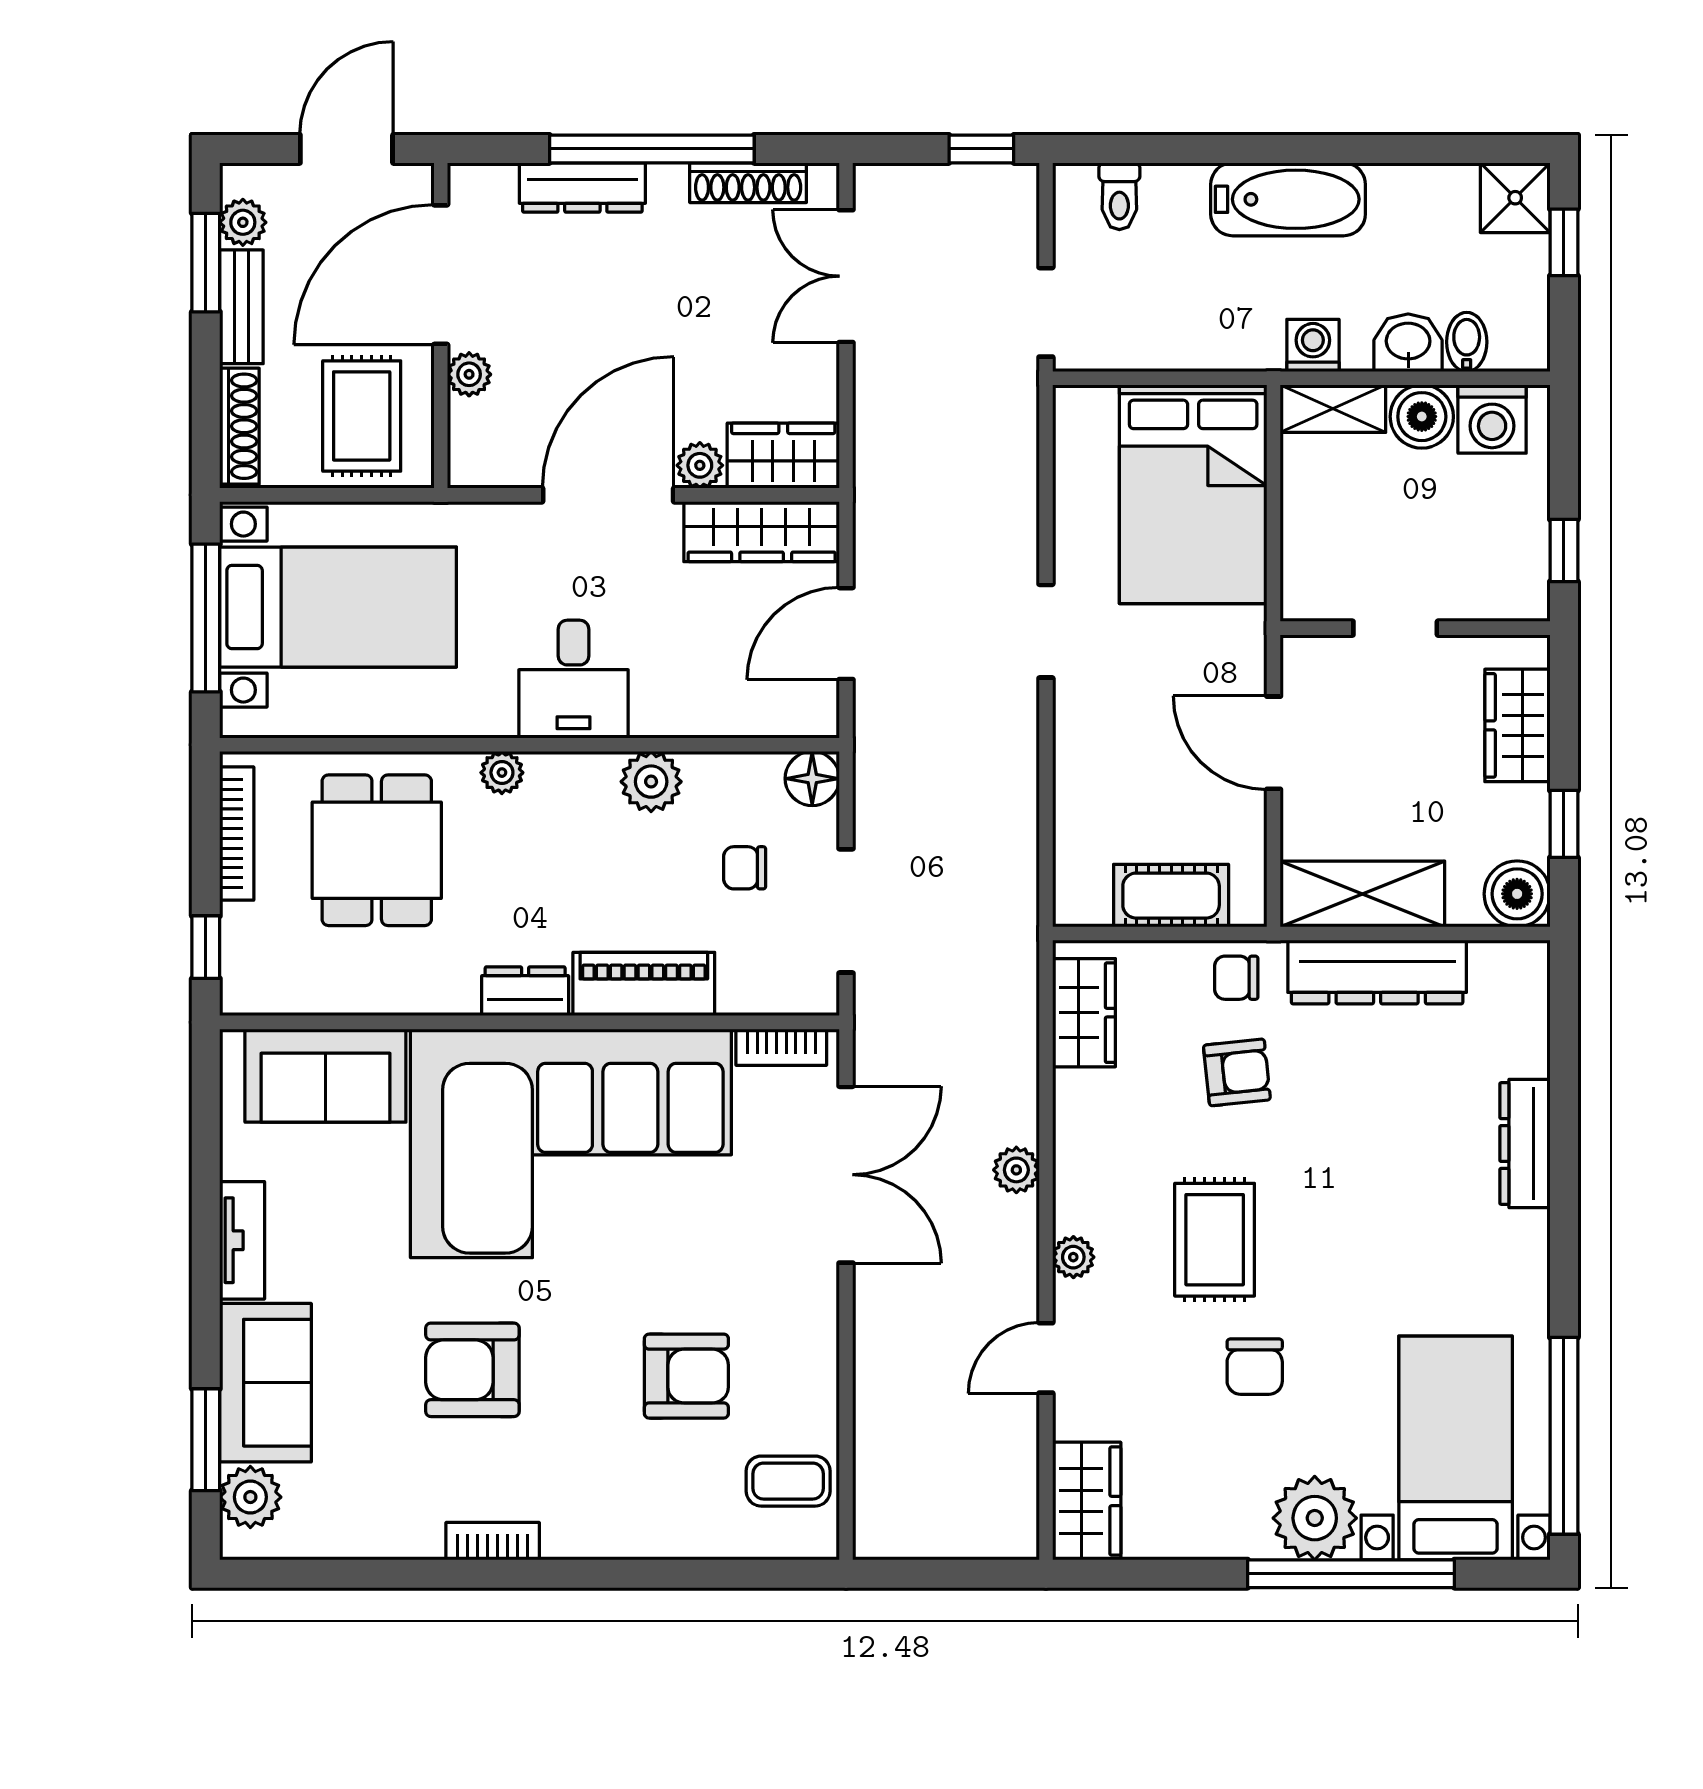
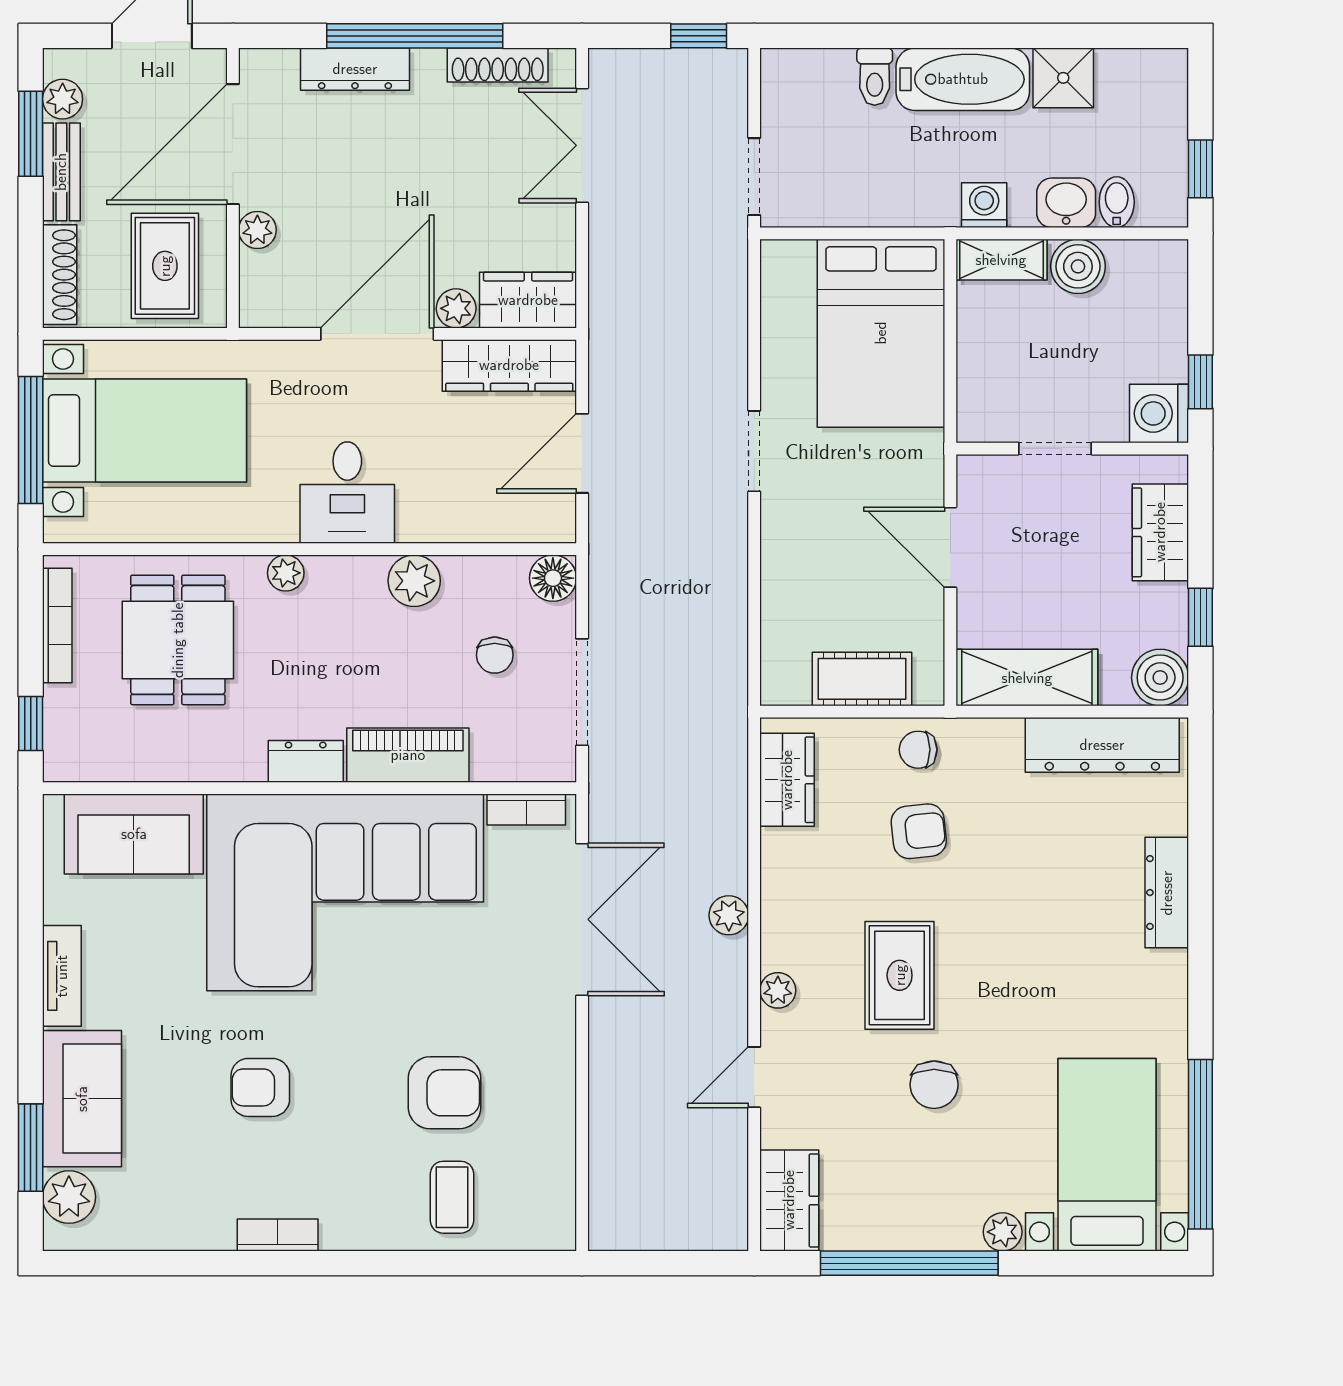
toilet: (1119, 196) -> (875, 77), moved
shower: (1515, 198) -> (1063, 78), moved
window: (1564, 242) -> (1200, 169), moved
washing machine: (1492, 419) -> (1159, 413), moved, turned 90
chair: (745, 868) -> (495, 655), turned -90
dresser: (1377, 972) -> (1102, 745), moved
armchair: (472, 1370) -> (260, 1087), width x0.72, depth x0.72
coffee table: (788, 1481) -> (452, 1197), moved, turned 90
plant: (1315, 1518) -> (1003, 1232), width x0.53, depth x0.53
window: (1351, 1574) -> (909, 1263), moved

